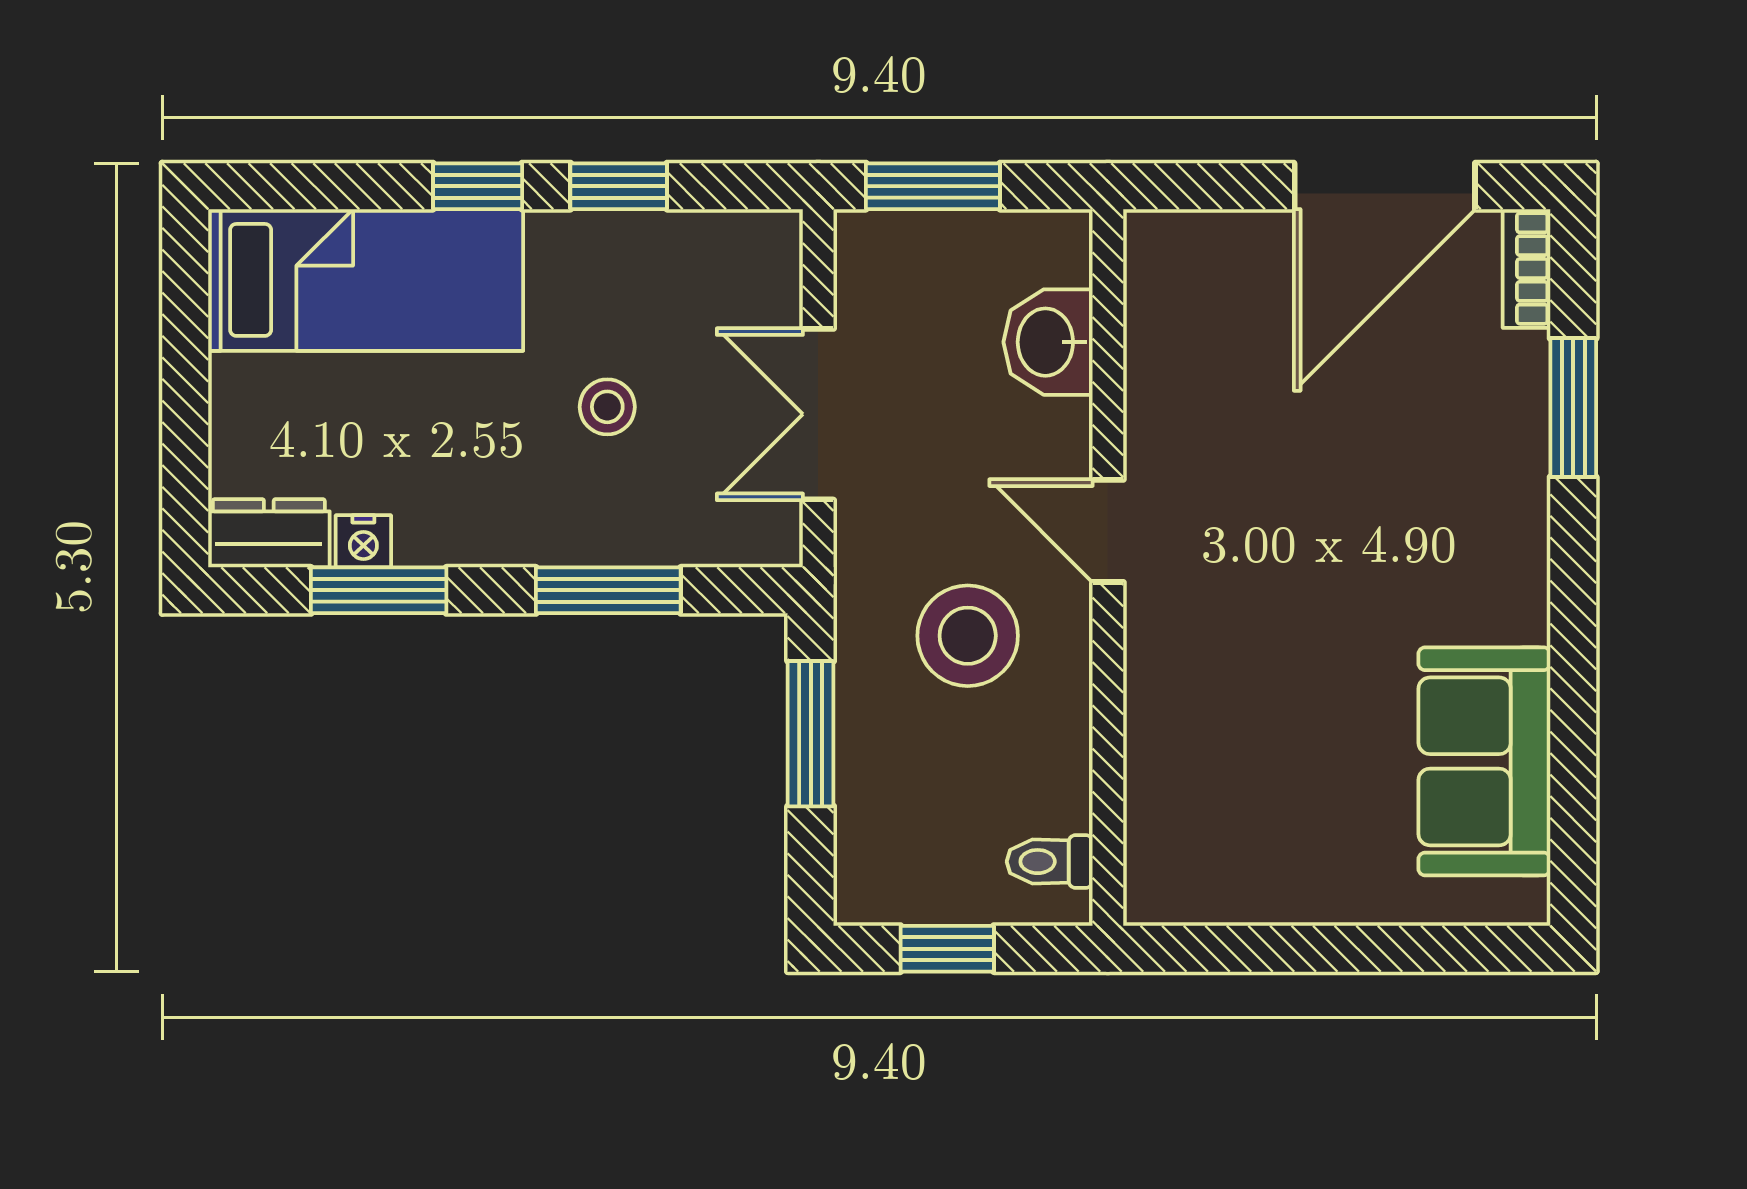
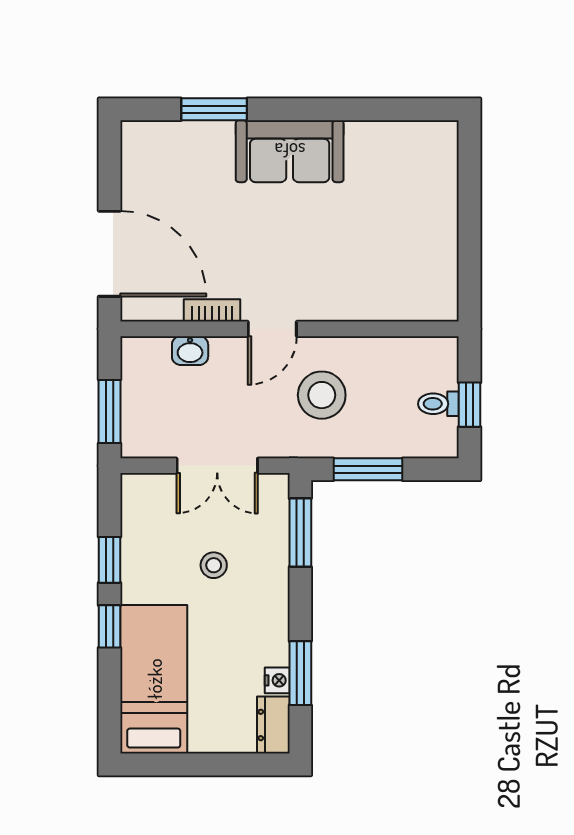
door: (1385, 186) -> (110, 254), moved
bookcase: (1526, 268) -> (212, 310), moved, turned 180
washbasin: (1048, 342) -> (190, 351), width x0.72, depth x0.69
window: (608, 590) -> (300, 533), moved
sofa: (1484, 761) -> (290, 151), moved
toilet: (1050, 862) -> (438, 404), moved, turned 90

